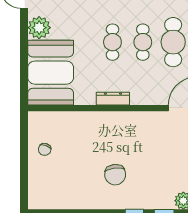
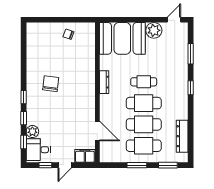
cafe table: (143, 42) -> (144, 103), width x1.37, depth x1.35
chair: (115, 175) -> (51, 84), turned 104

